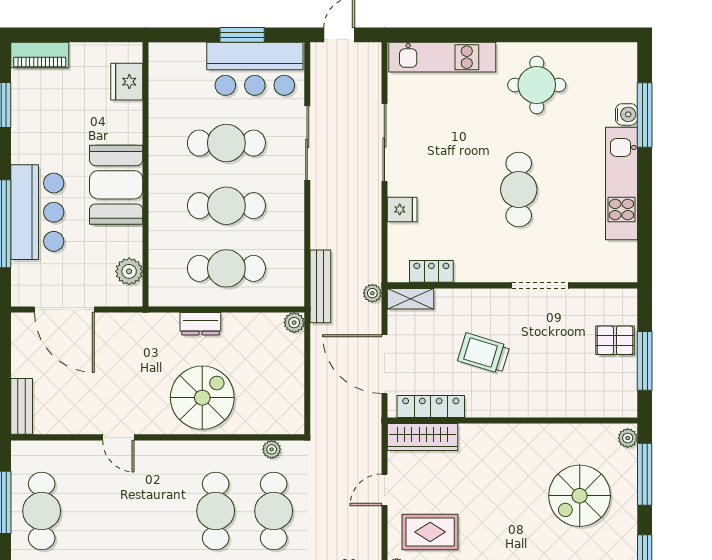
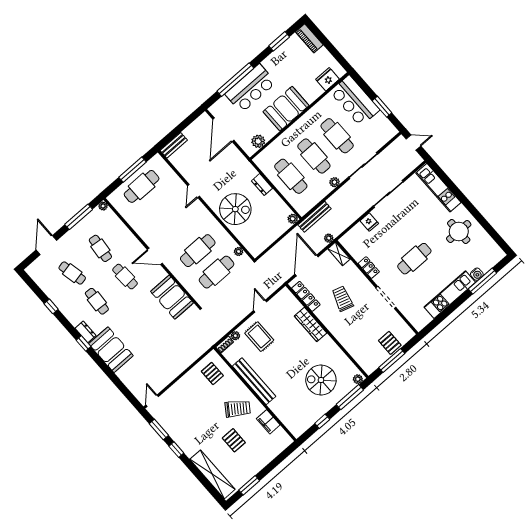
bar counter: (255, 69) -> (355, 101), moved
plant: (294, 209) -> (335, 182), added
locker: (431, 271) -> (369, 268), moved
wardrobe: (423, 437) -> (311, 324), moved
door: (384, 490) -> (260, 306), hinge flipped

